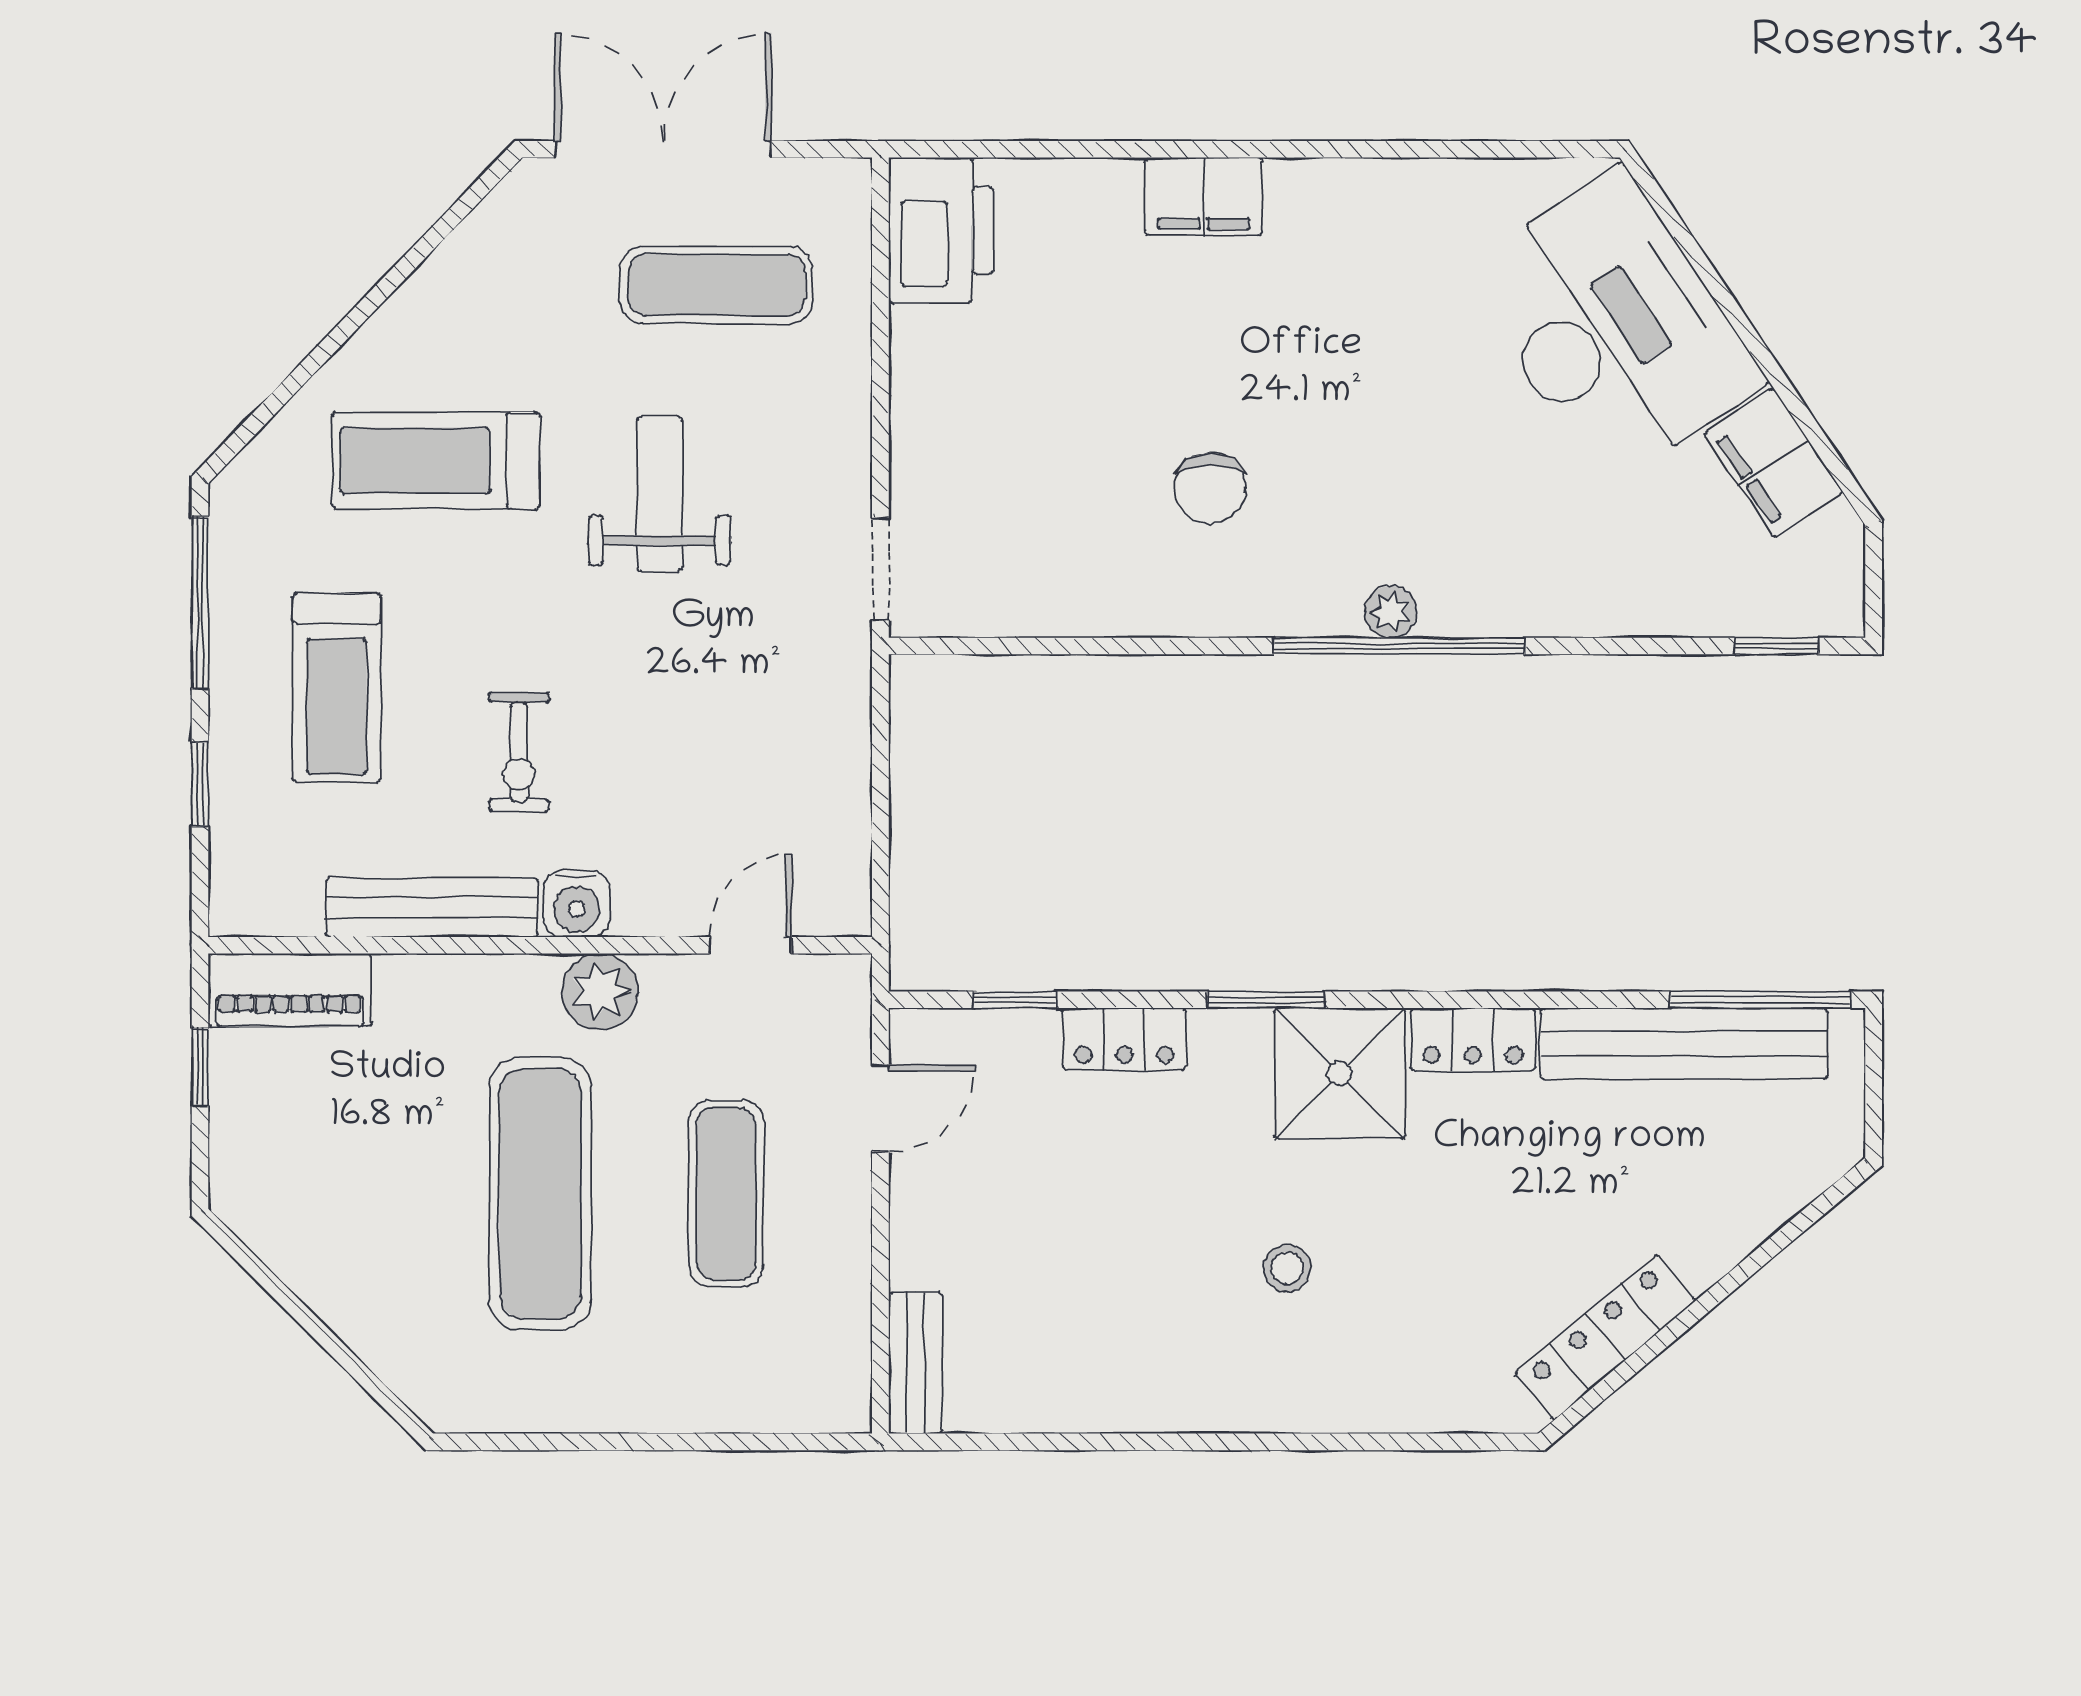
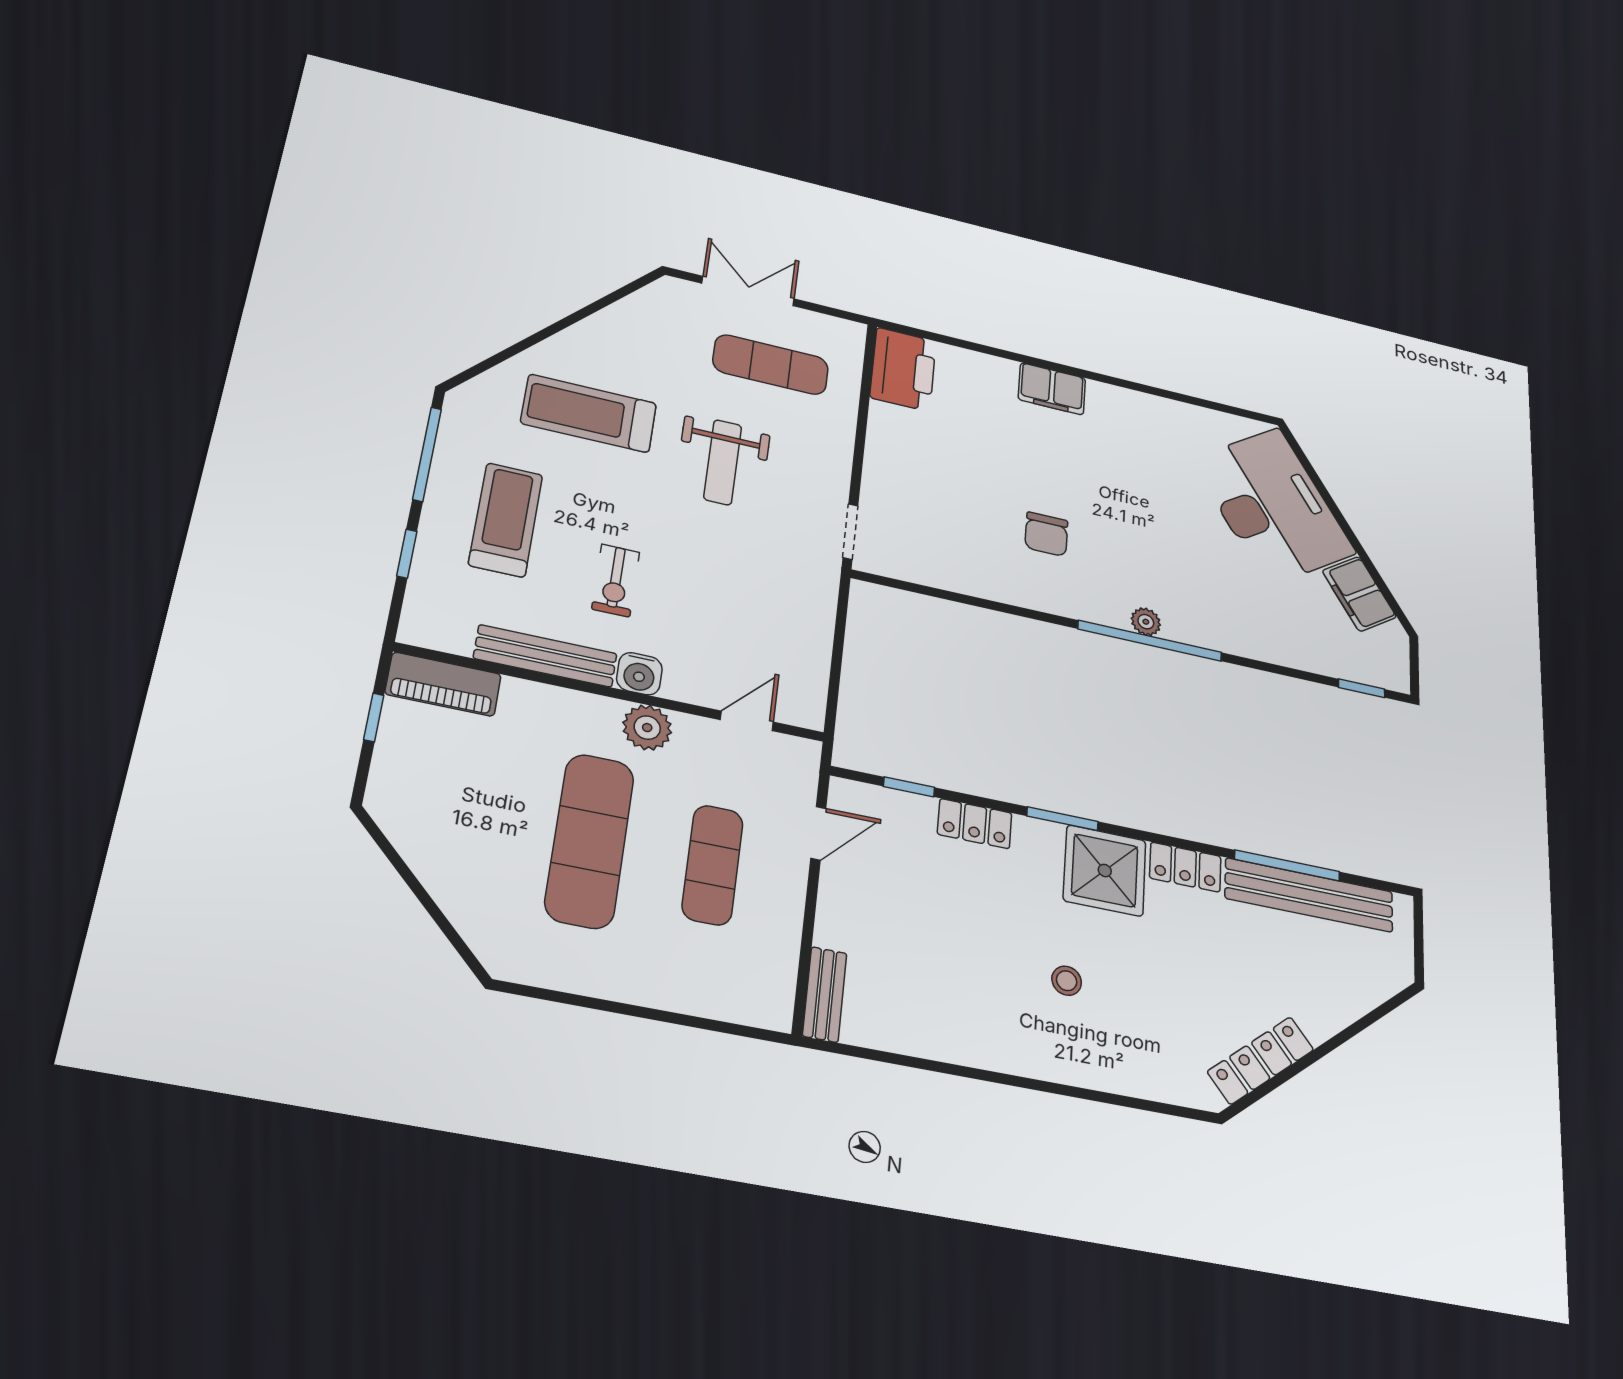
double door: (663, 149) -> (748, 291), width x0.73
weight bench: (660, 494) -> (723, 462), turned 180
treadmill: (337, 688) -> (506, 520), turned 180
window: (1760, 1000) -> (1287, 865), moved

